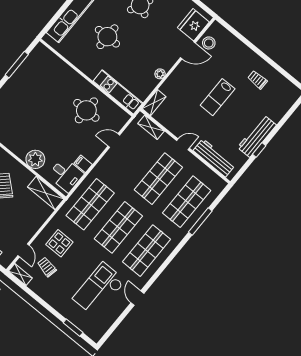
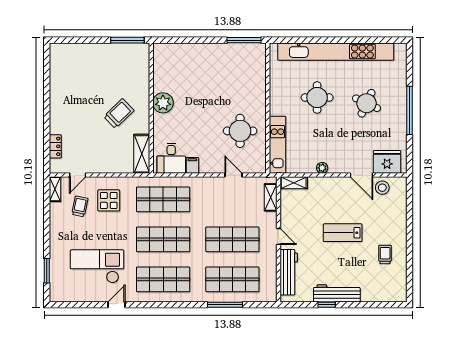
window: (17, 65) -> (244, 40), moved
plant: (35, 159) -> (163, 103), moved

